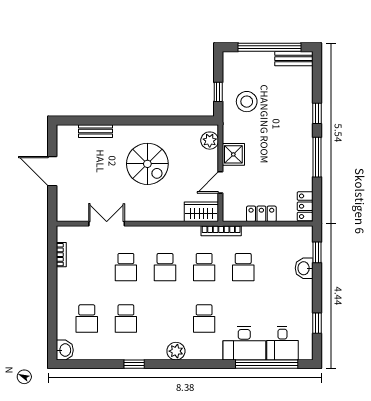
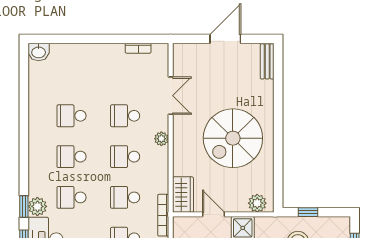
bench: (95, 131) -> (267, 61), moved
spiral stairs: (147, 164) -> (233, 138), width x1.37, depth x1.37
plant: (148, 232) -> (161, 139), added
school desk: (87, 318) -> (71, 157), moved
plant: (176, 351) -> (37, 206), moved
window: (134, 364) -> (24, 206), moved

